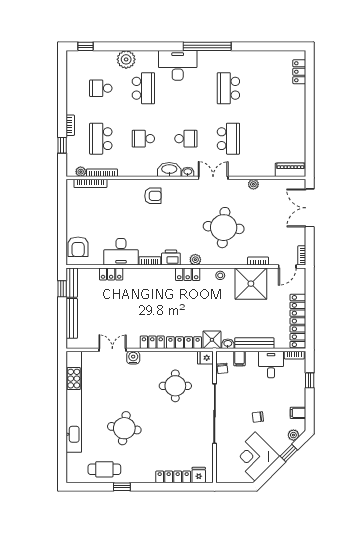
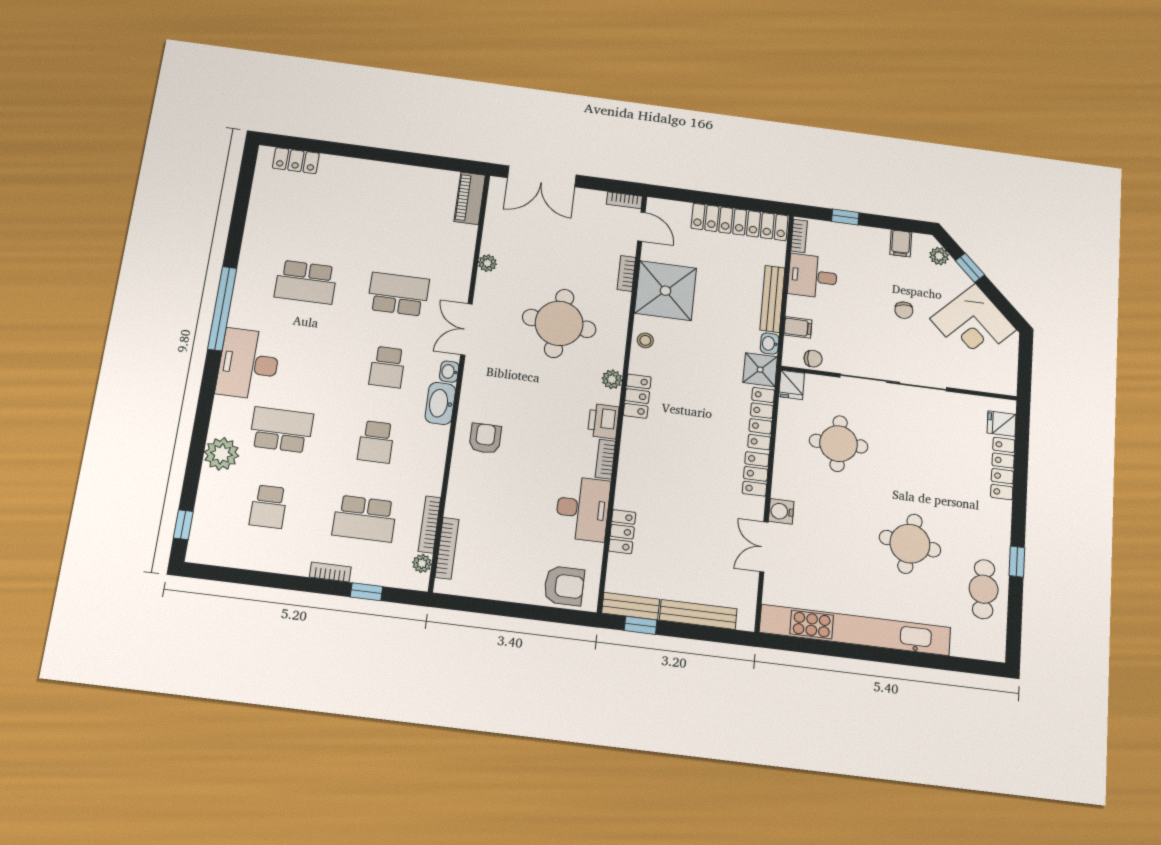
school desk: (186, 139) -> (387, 367), turned 180

